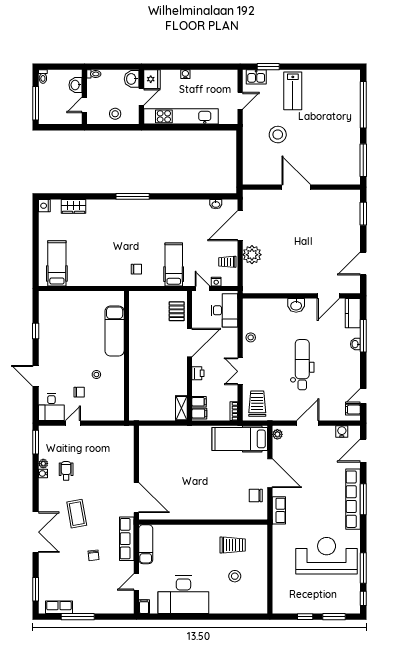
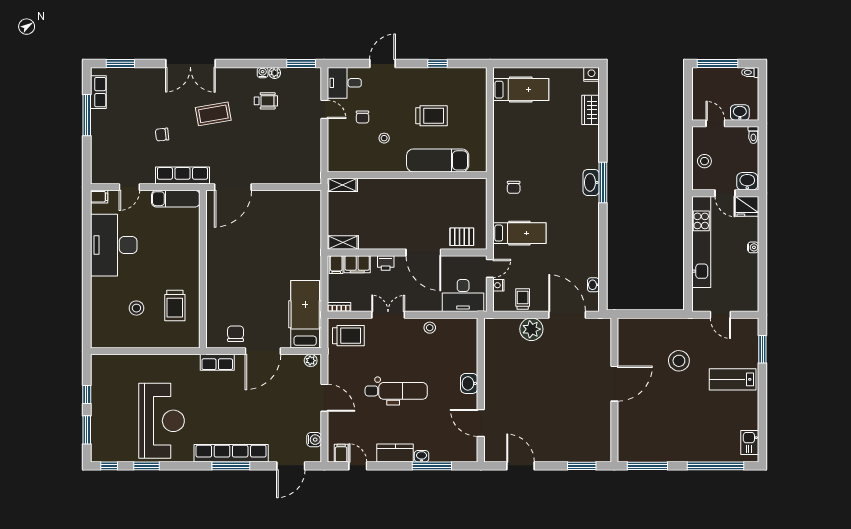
kitchen sink: (256, 77) -> (750, 442), moved
washbasin: (133, 206) -> (591, 182), added
kitchen counter: (353, 313) -> (395, 453), moved
trolley: (78, 336) -> (431, 116), added
filing cabinet: (199, 402) -> (357, 264), width x2.00
shelving: (134, 409) -> (342, 185), added
door: (363, 451) -> (291, 466), swing flipped
window: (363, 568) -> (146, 466), width x0.69
door: (136, 582) -> (129, 187), swing flipped

